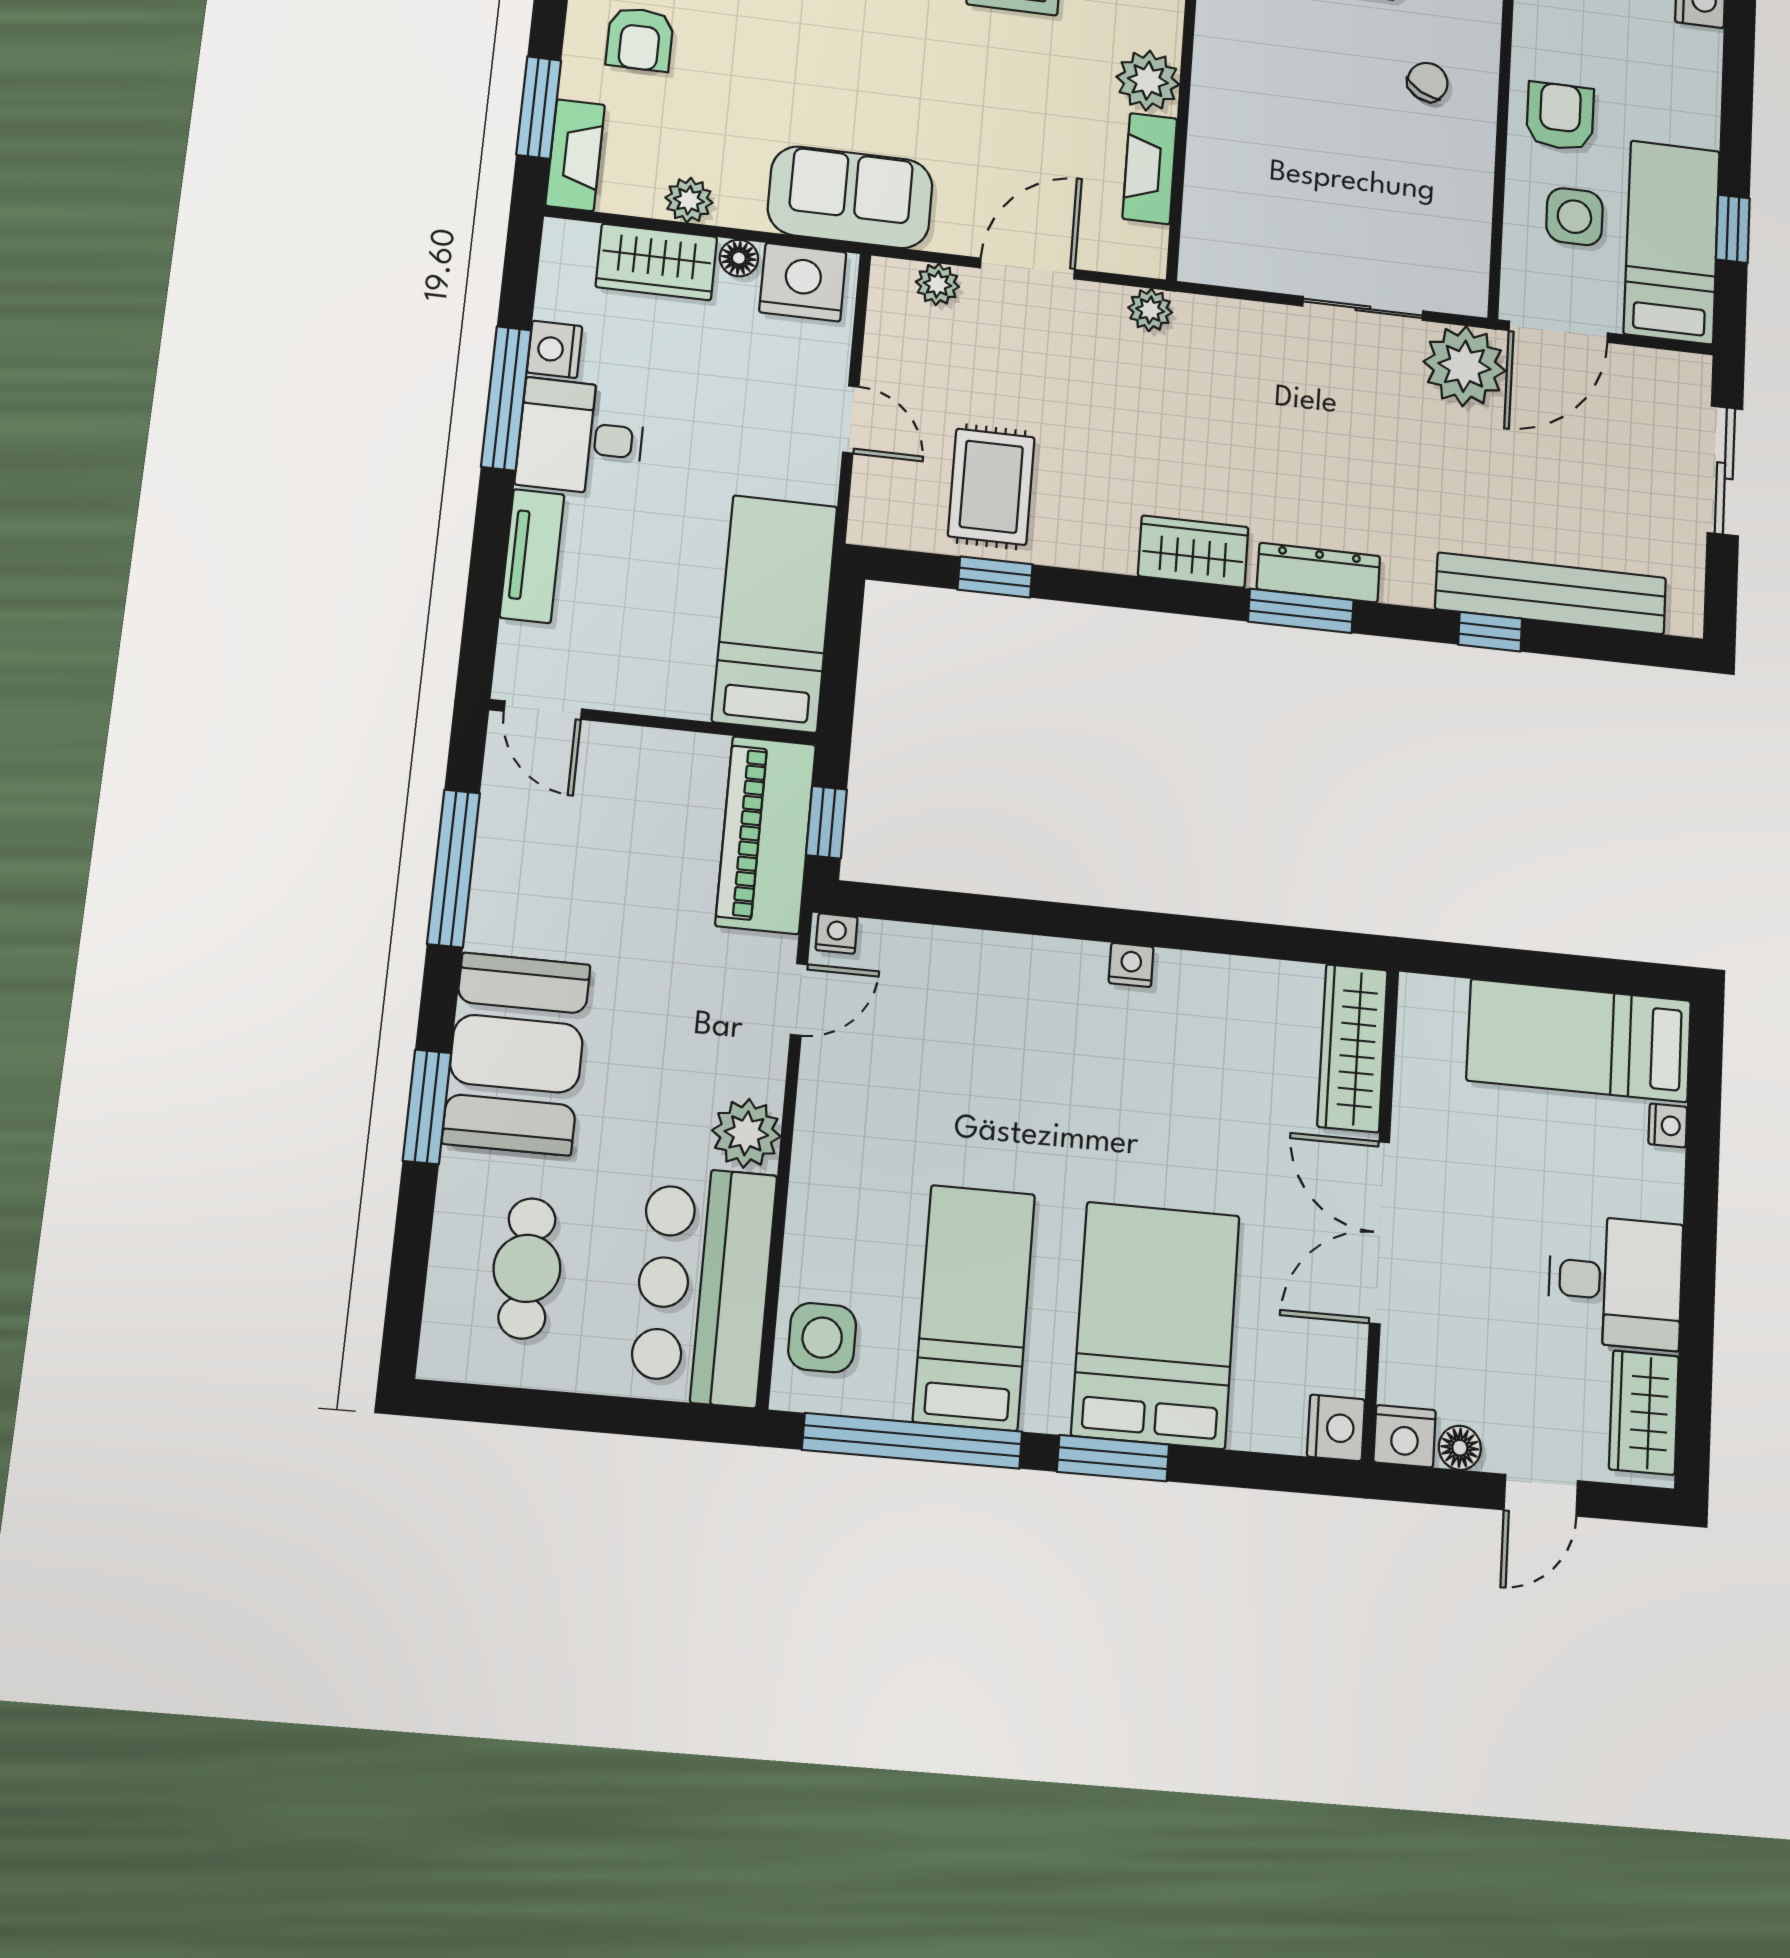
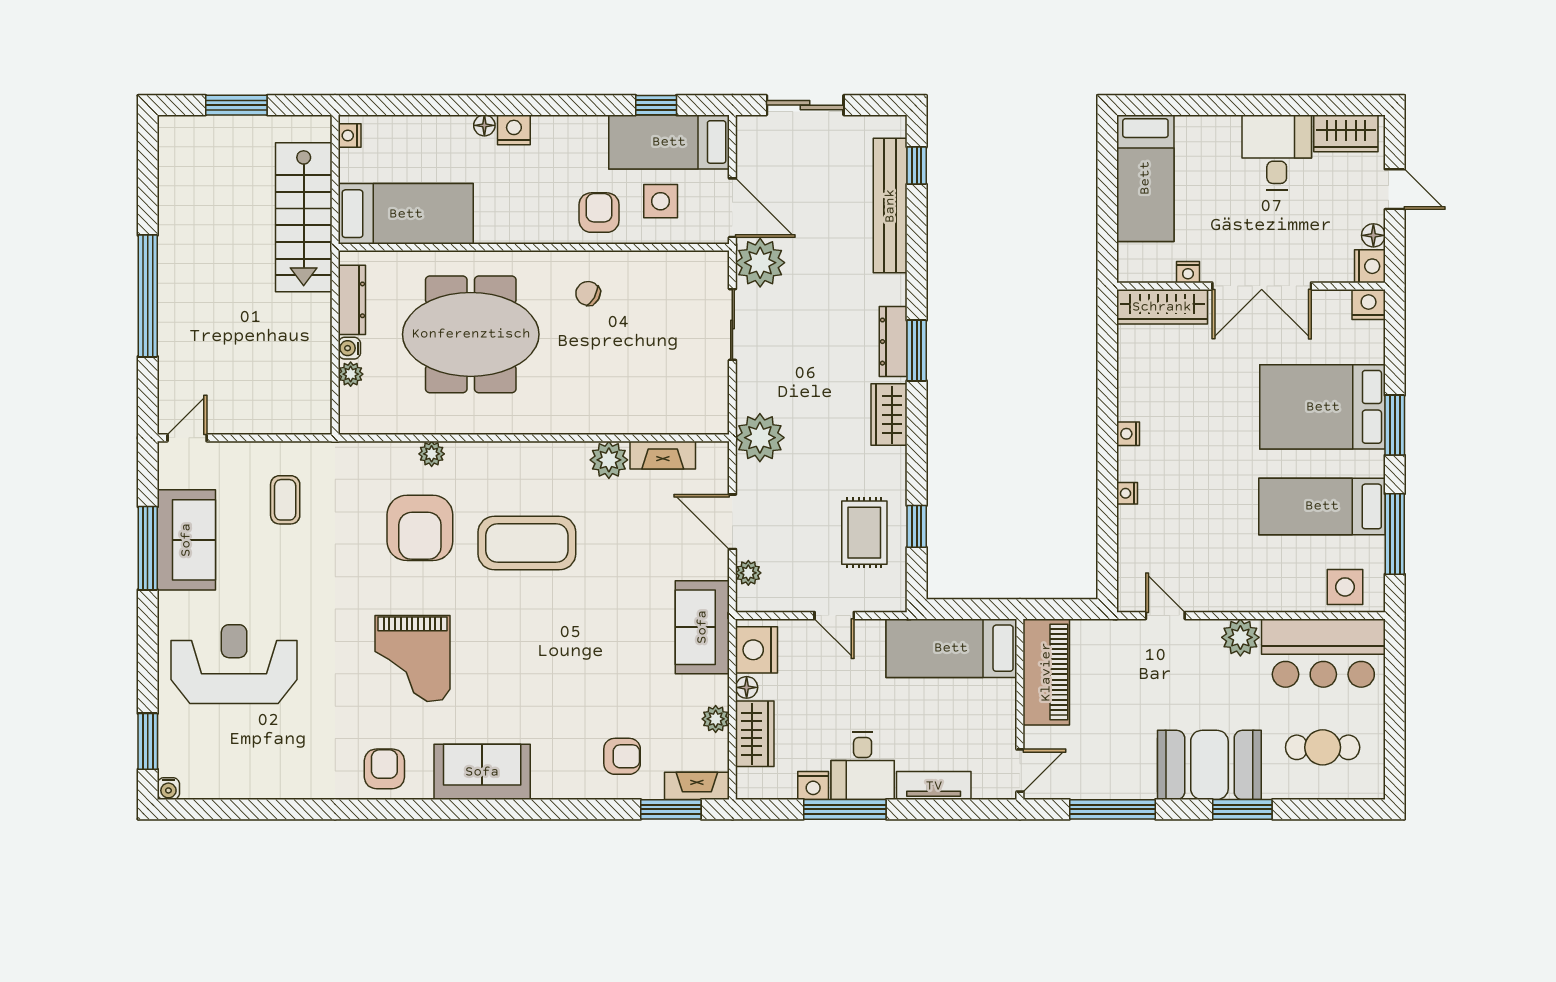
armchair: (1560, 116) -> (599, 213), turned 90
plant: (1150, 310) -> (760, 438), width x1.87, depth x1.87
door: (851, 419) -> (834, 616), swing flipped
rug: (991, 487) -> (864, 533), turned 90
window: (1490, 632) -> (917, 166), moved
window: (826, 822) -> (1066, 609), removed
piano: (766, 835) -> (1046, 672), moved, turned -90
nightstand: (837, 934) -> (1127, 493), moved
nightstand: (1668, 1125) -> (1188, 272), moved, turned 180
window: (912, 1441) -> (1395, 534), width x0.68

